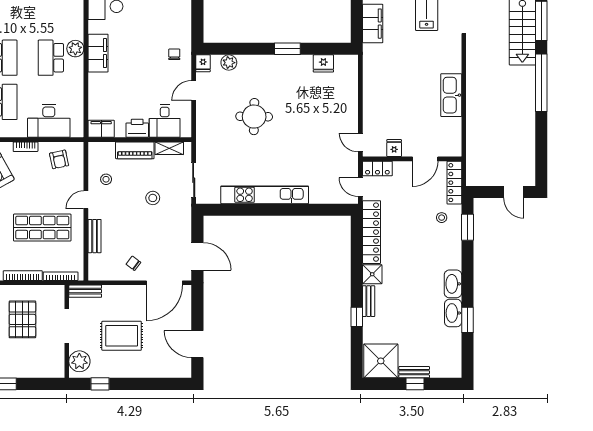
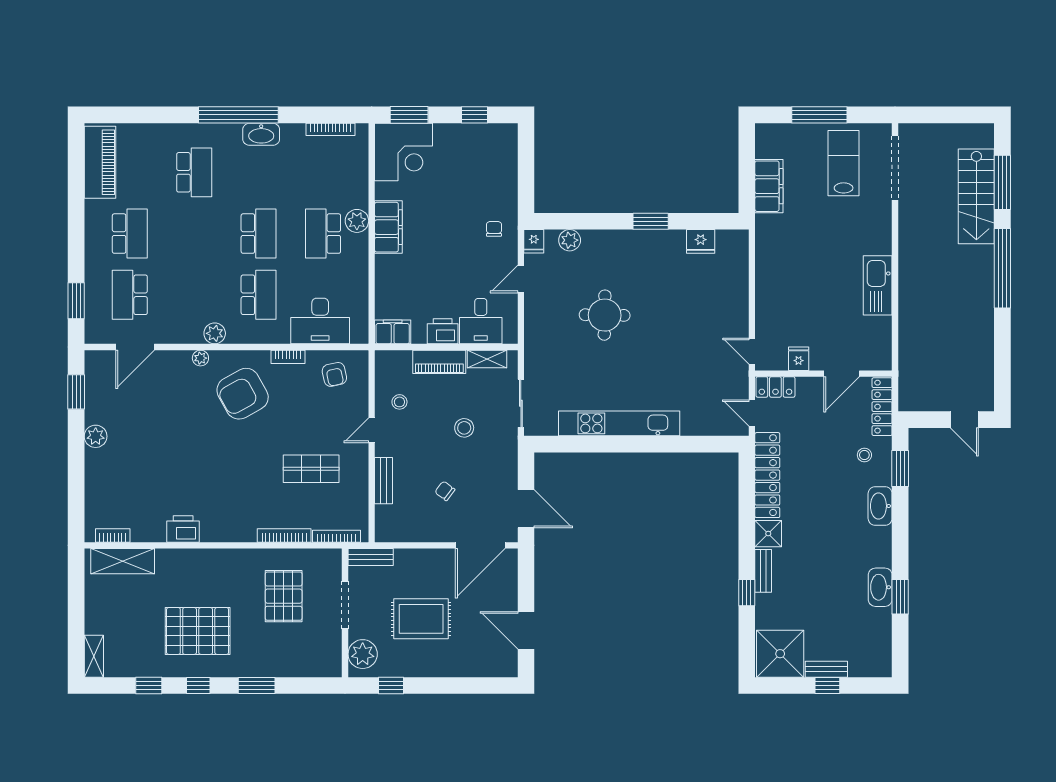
shop shelf: (42, 228) -> (311, 469), width x0.70, depth x0.74
chair: (133, 263) -> (445, 491), moved
washbasin: (453, 284) -> (880, 506), moved

